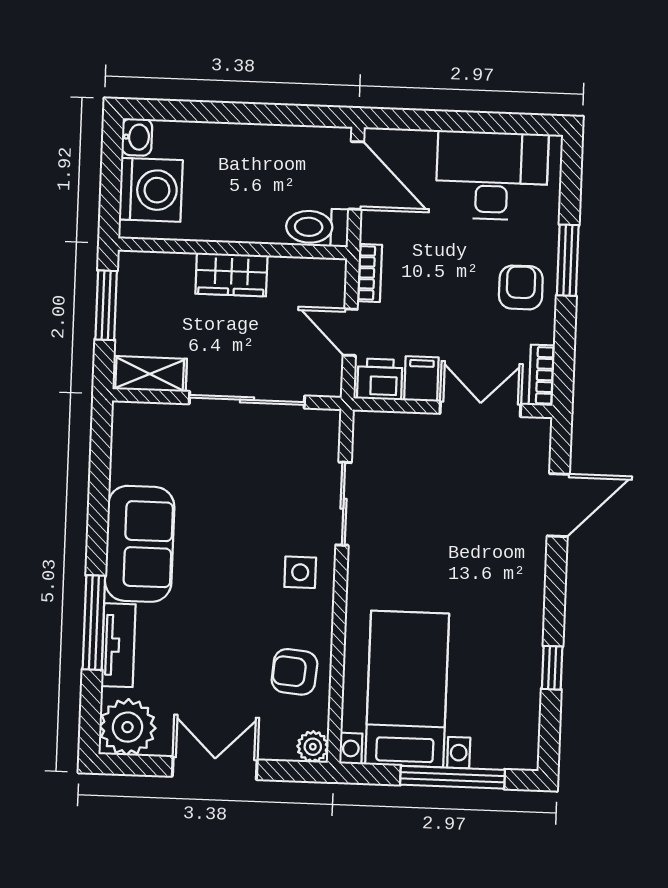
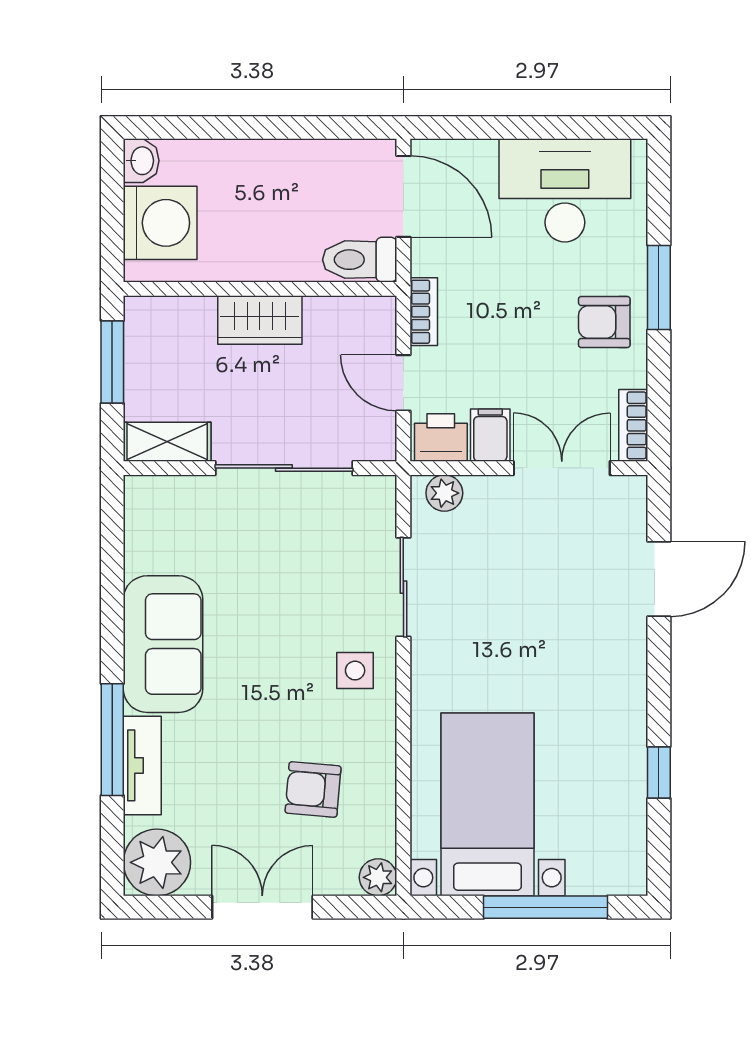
armchair: (521, 287) -> (604, 322), turned -90
plant: (381, 426) -> (444, 493), added
armchair: (294, 672) -> (313, 789), moved

